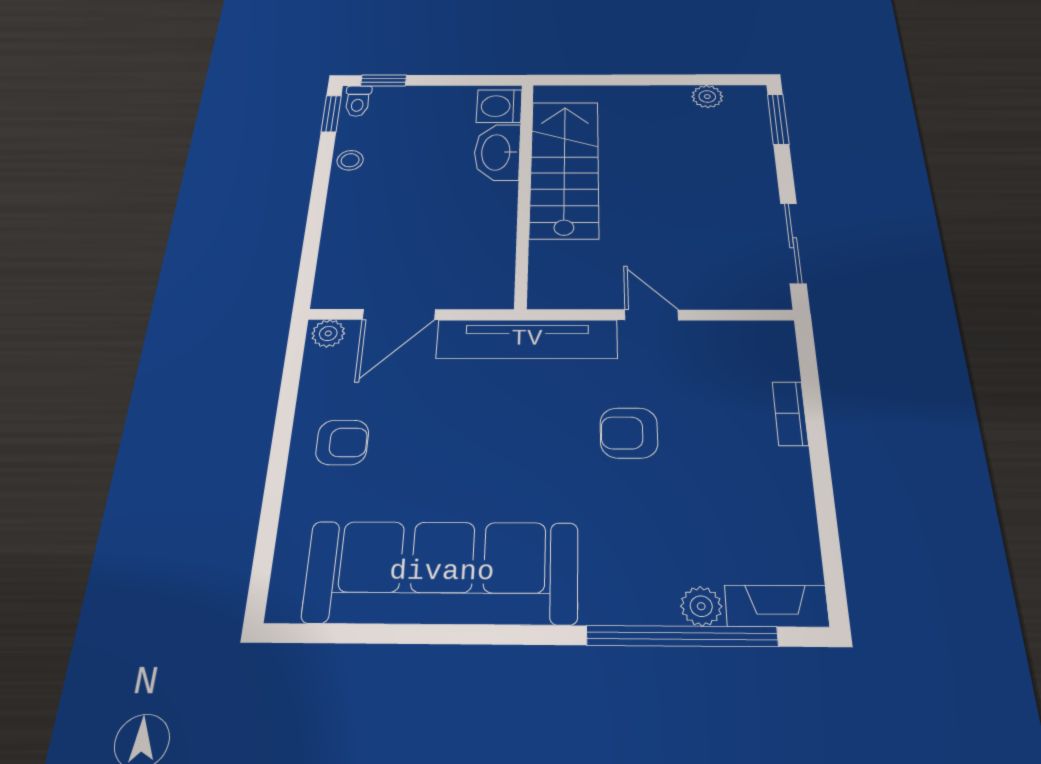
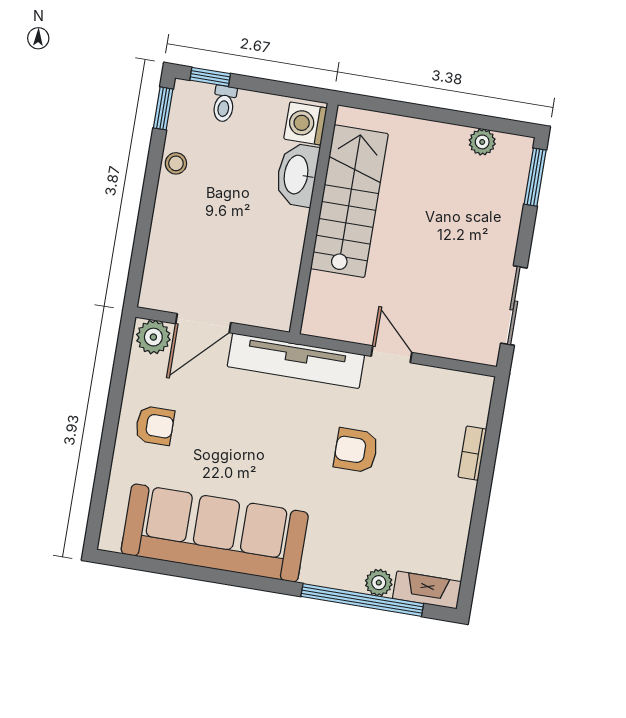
toilet: (358, 101) -> (224, 104), moved
plant: (328, 333) -> (153, 337), width x1.38, depth x1.38

